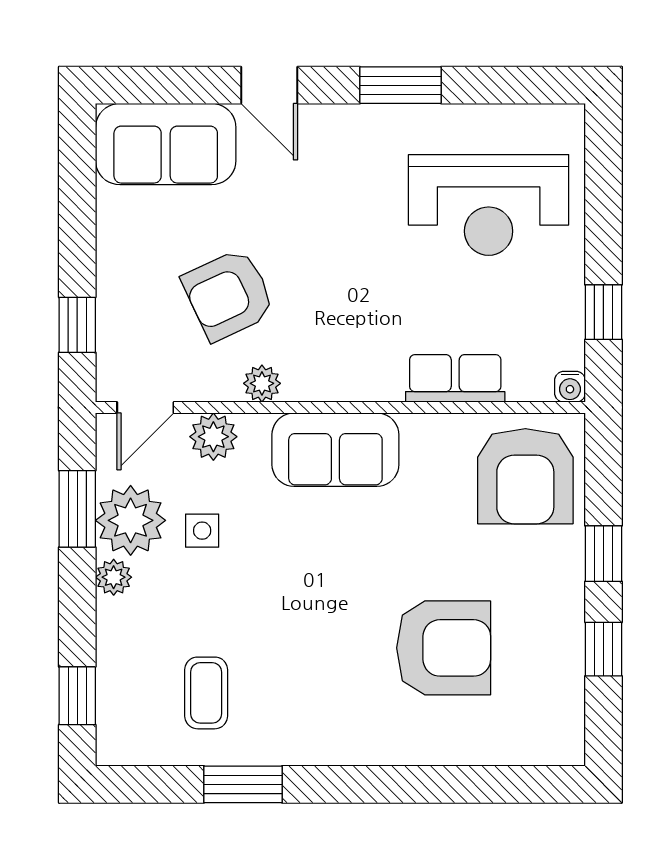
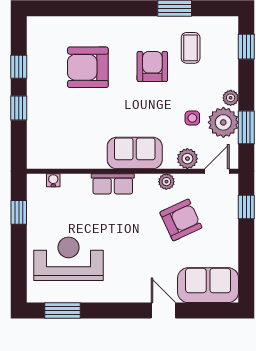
window: (401, 85) -> (63, 311), moved
row of seats: (455, 378) -> (113, 184), moved
water cooler: (570, 387) -> (53, 180), moved
armchair: (525, 476) -> (152, 66), moved, width x0.73, depth x0.73

